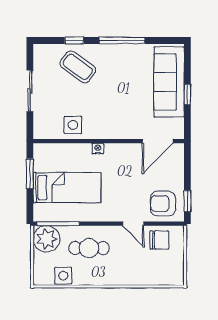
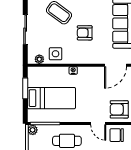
armchair: (114, 95) -> (85, 33), added
plant: (50, 133) -> (39, 59), added
plant: (47, 239) -> (33, 130), width x0.53, depth x0.53
chair: (159, 240) -> (117, 135), turned 180

